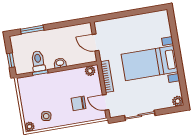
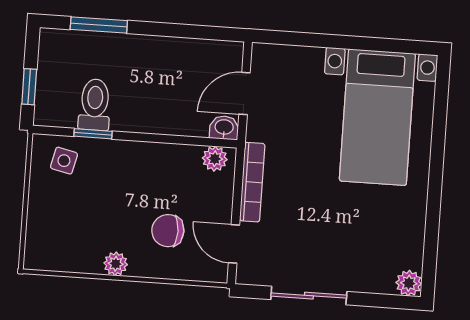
door: (96, 43) -> (245, 93), hinge flipped
washbasin: (60, 63) -> (224, 128), moved
bed with nightstands: (150, 63) -> (377, 117), moved, turned -90
side table: (46, 116) -> (64, 161), moved
plant: (29, 127) -> (116, 264), moved

